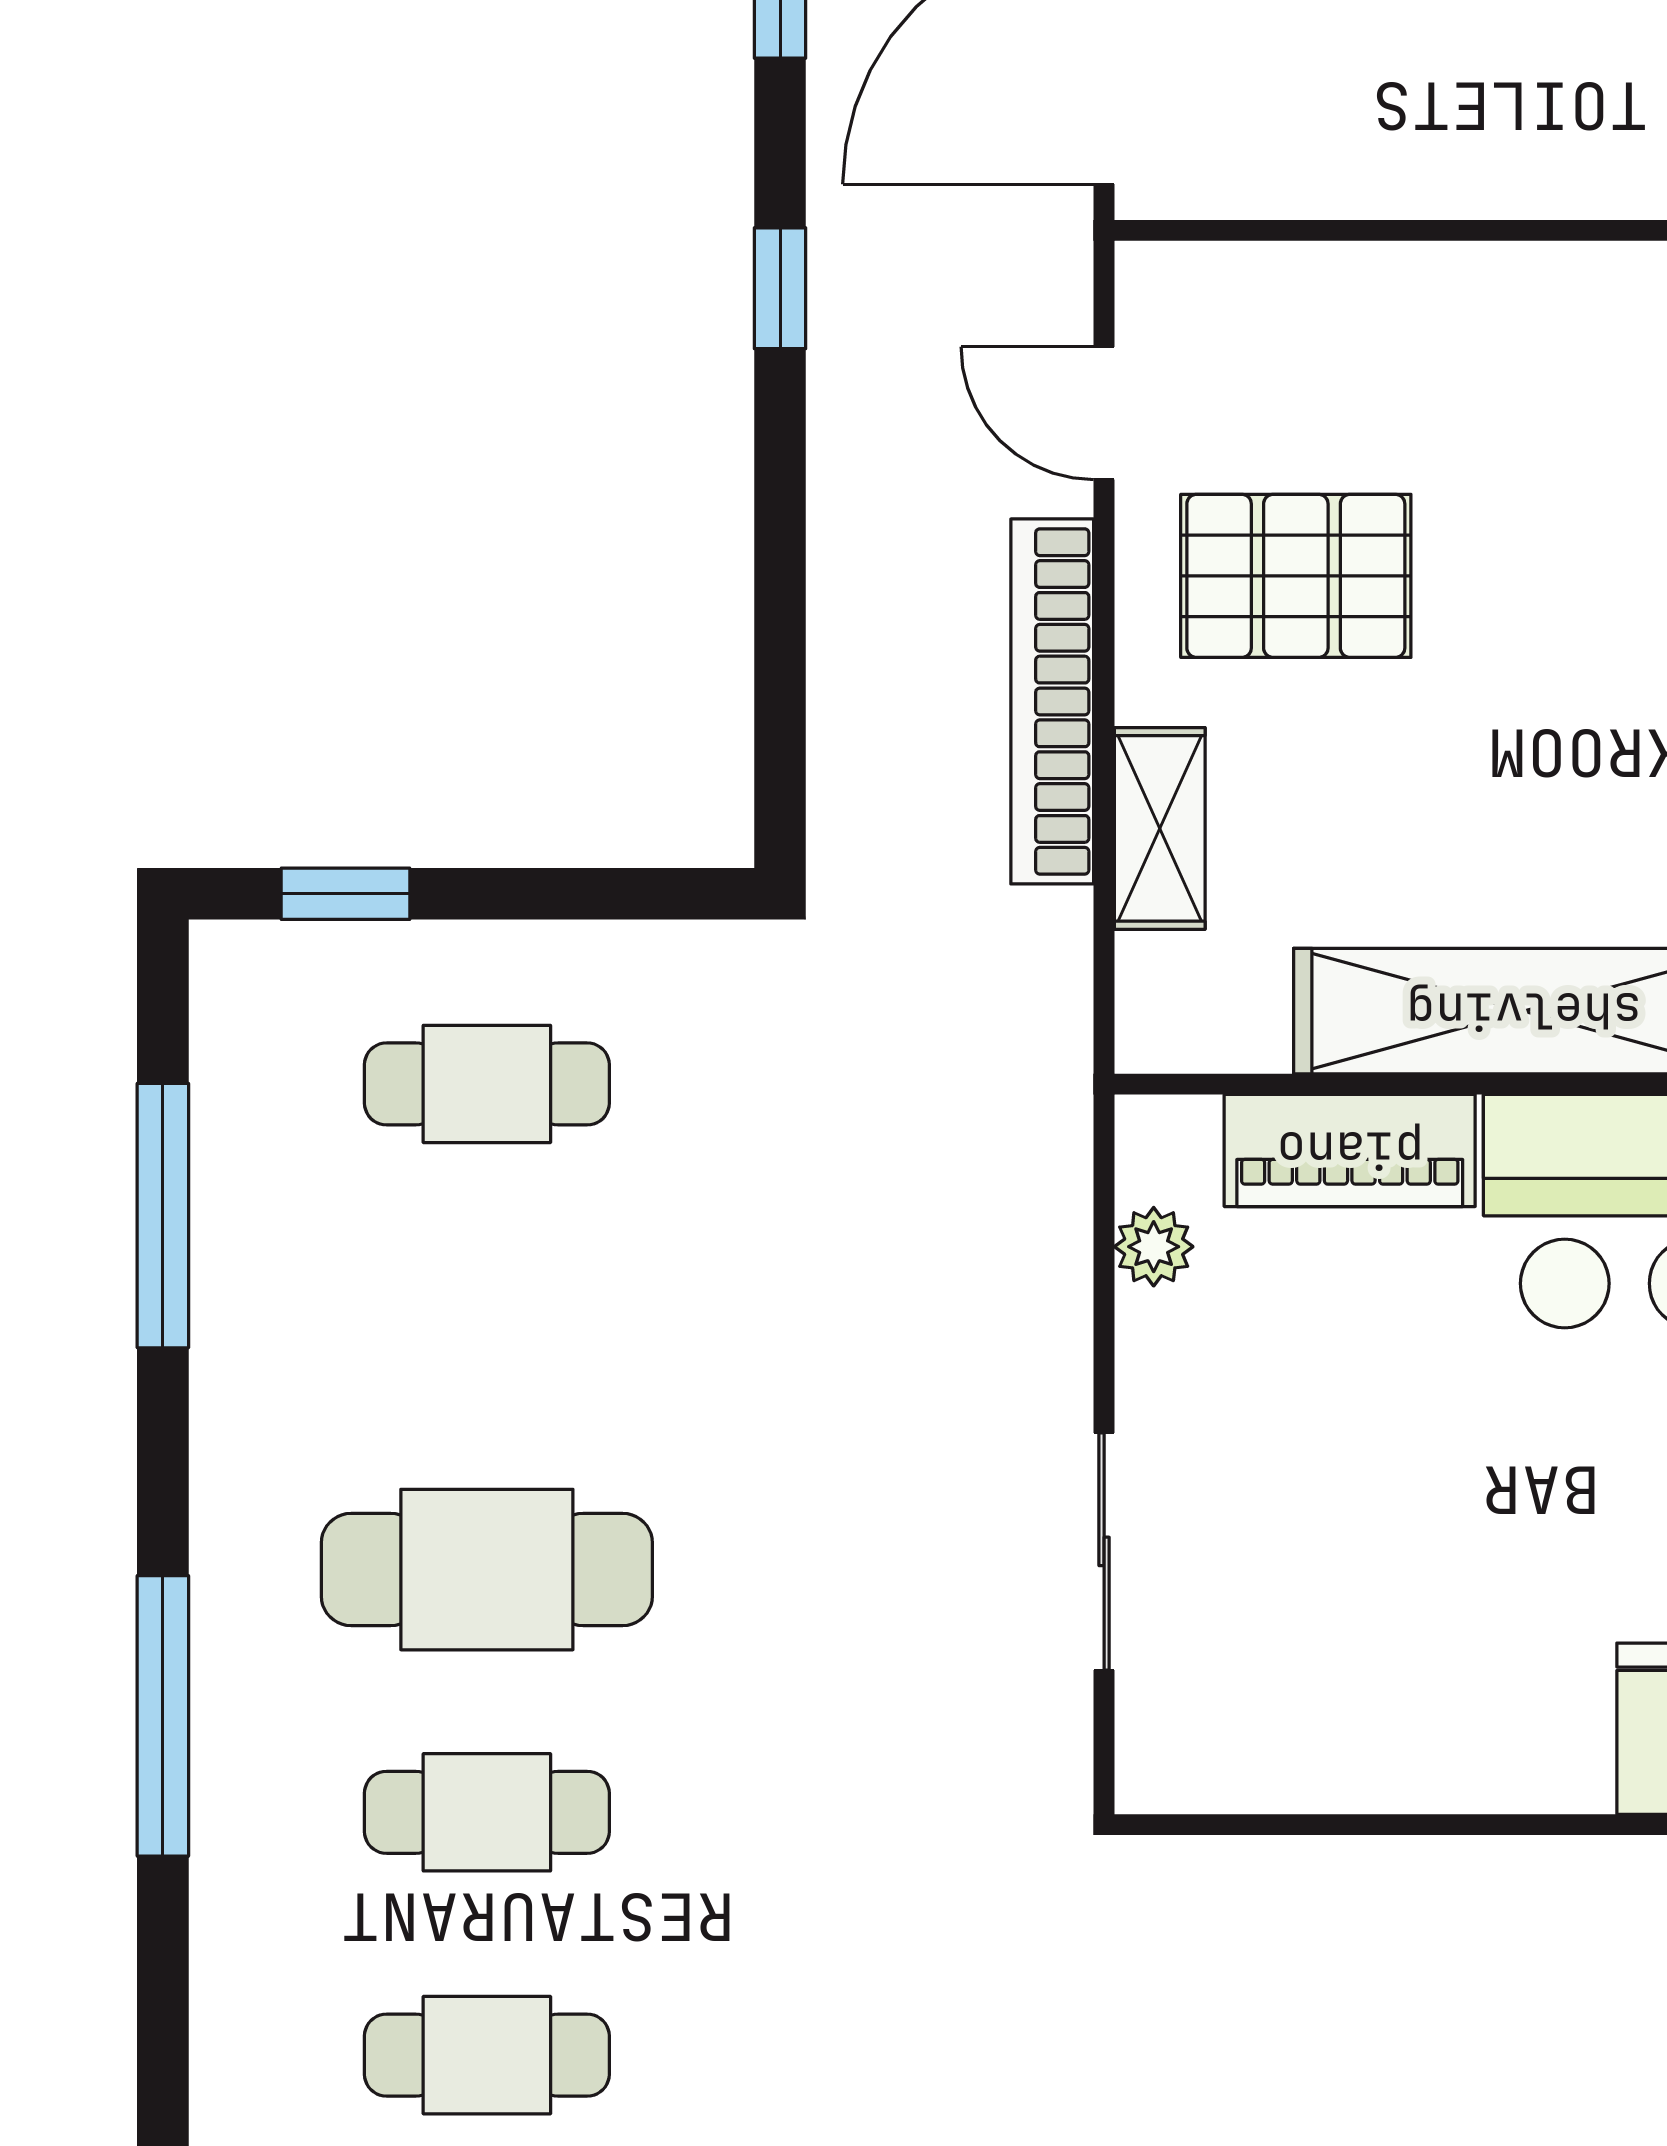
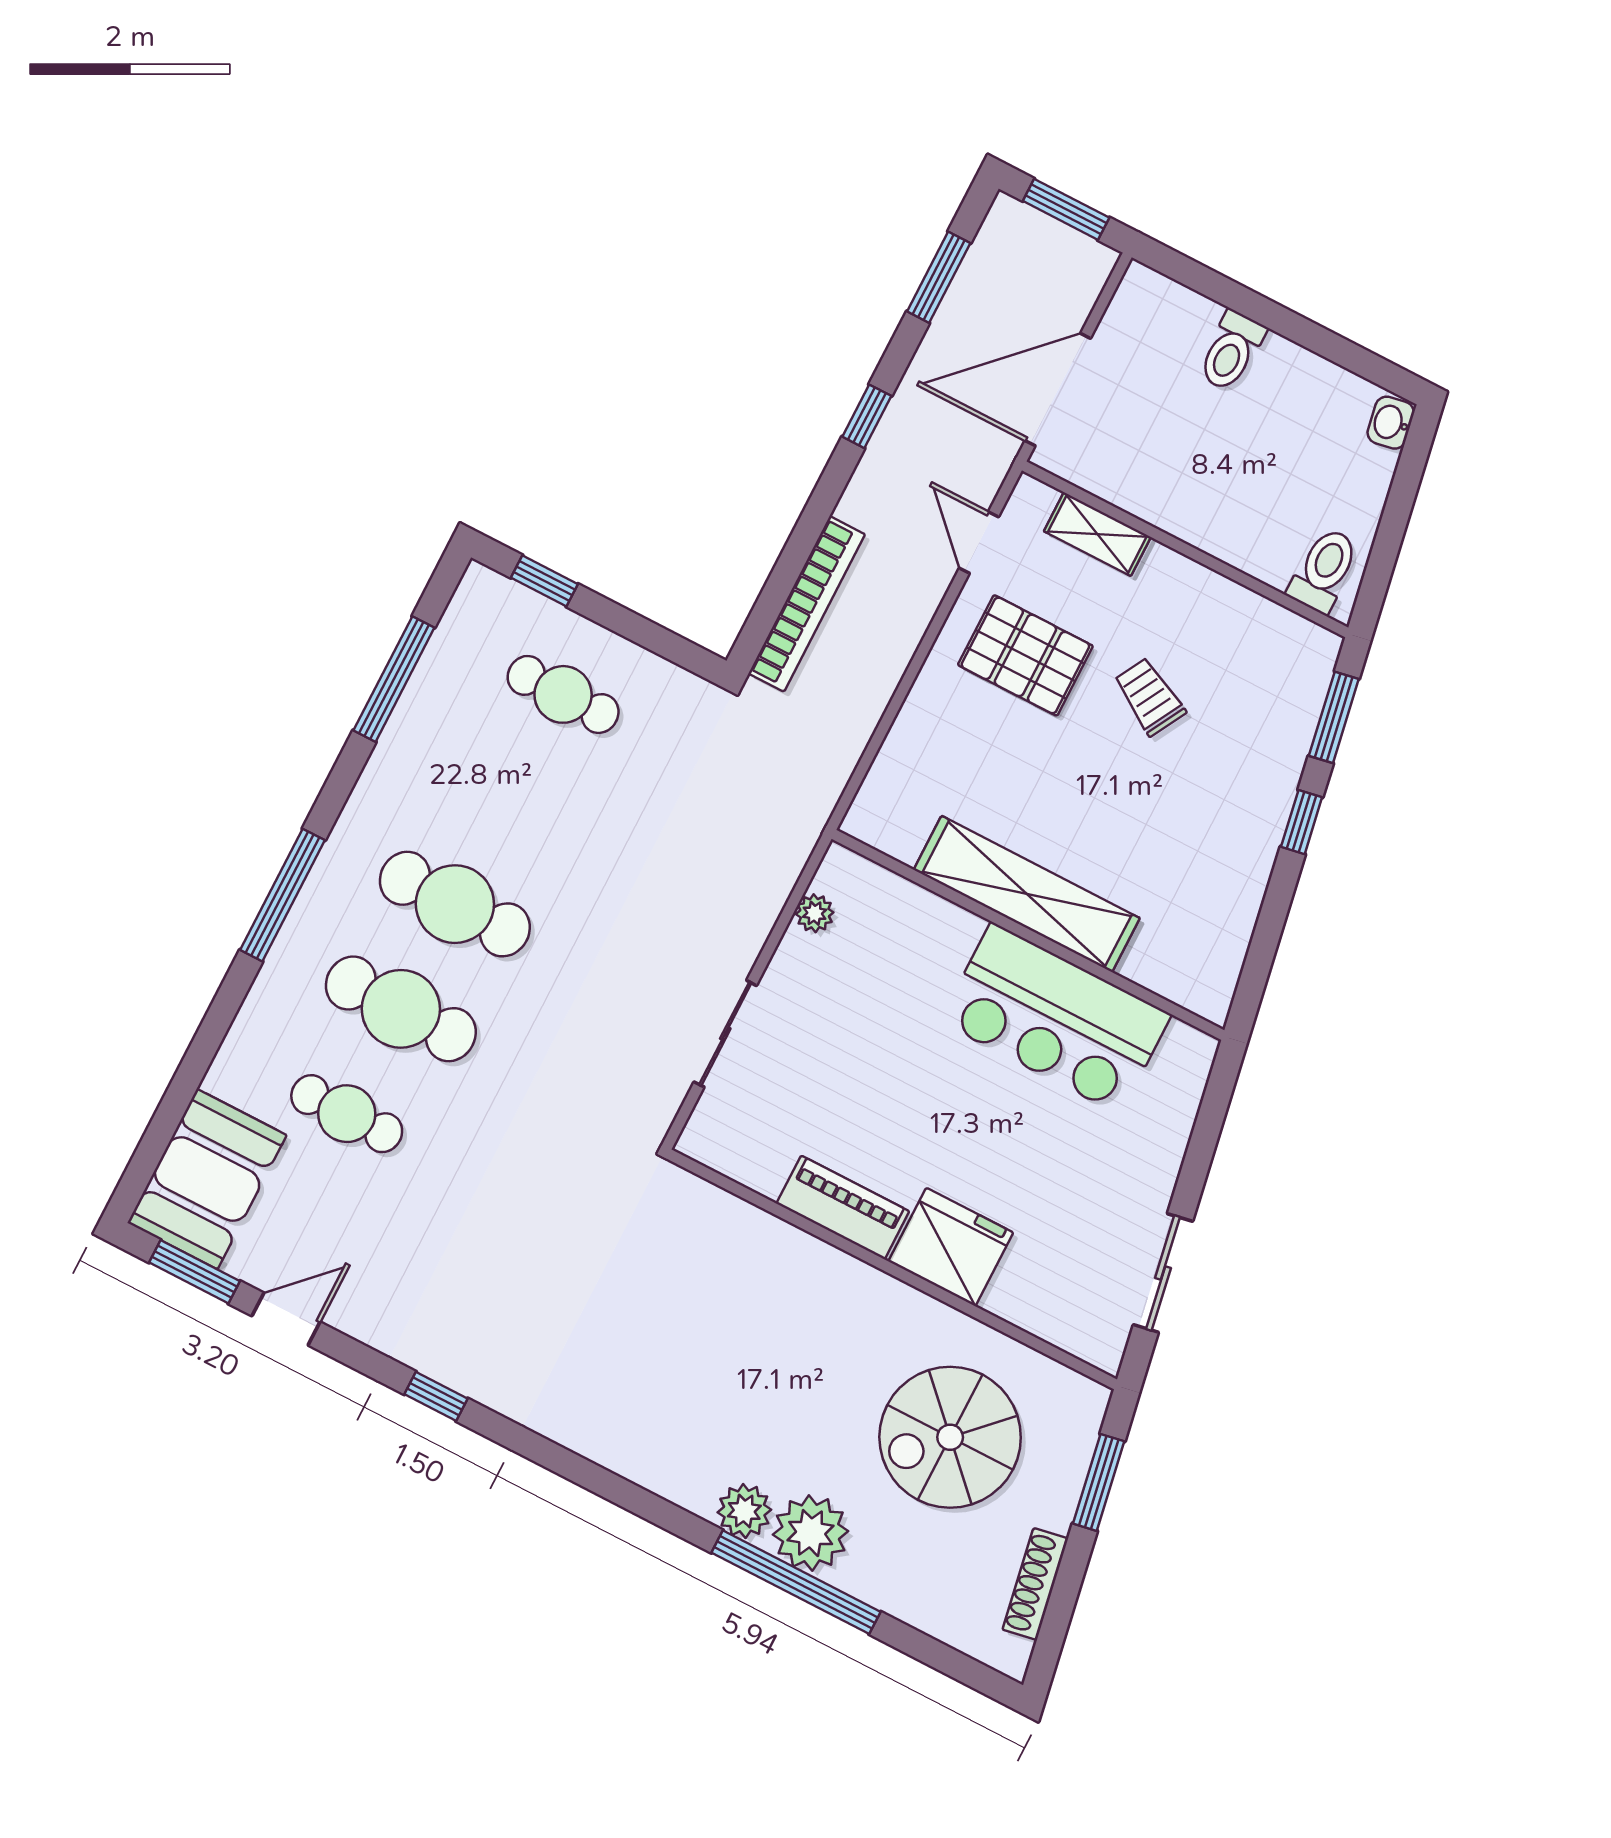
trolley: (1562, 534) -> (1150, 697), added
bookcase: (1052, 701) -> (807, 604), moved, turned 180
shelving: (1160, 828) -> (1097, 534), moved, turned 90
piano: (1350, 1150) -> (843, 1207), moved, turned 180
cafe table: (487, 1812) -> (401, 1009), width x1.37, depth x1.35

